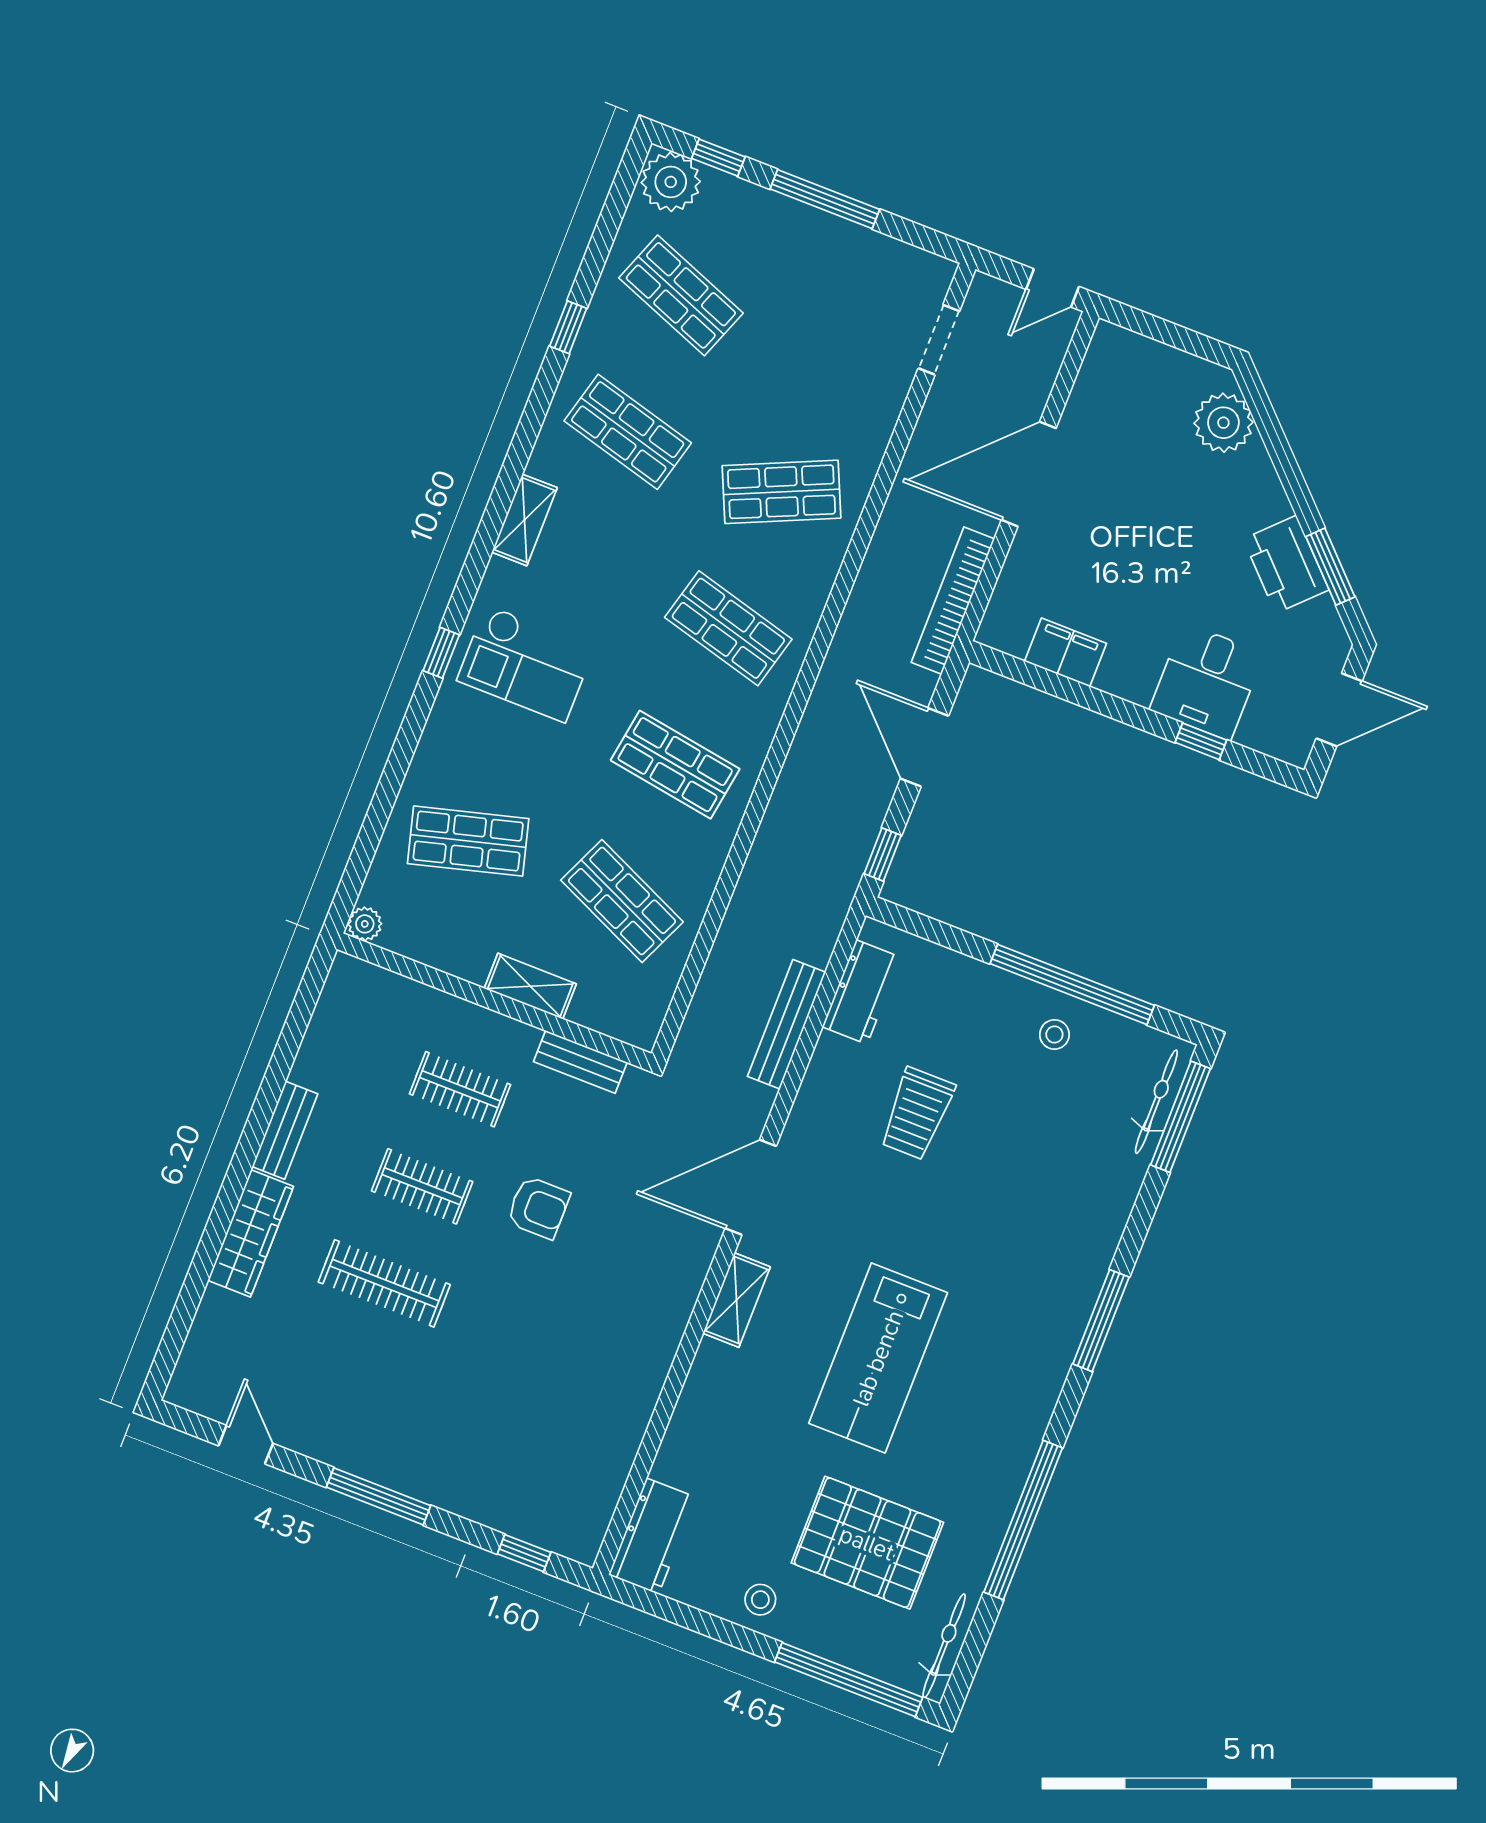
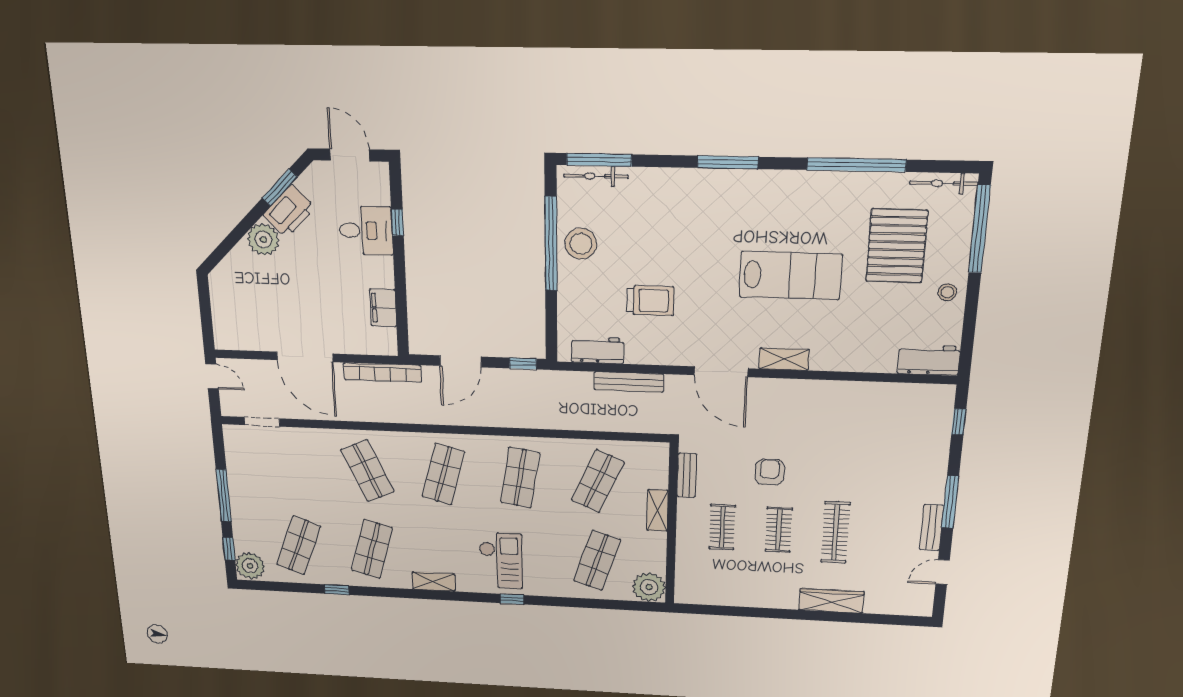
plant: (1223, 423) -> (263, 239), moved
shop shelf: (468, 841) -> (597, 560), turned 33
plant: (365, 924) -> (649, 587), width x1.87, depth x1.87
stool: (1054, 1034) -> (581, 244), width x1.89, depth x1.89
bench: (285, 1130) -> (932, 528), moved, turned 90

